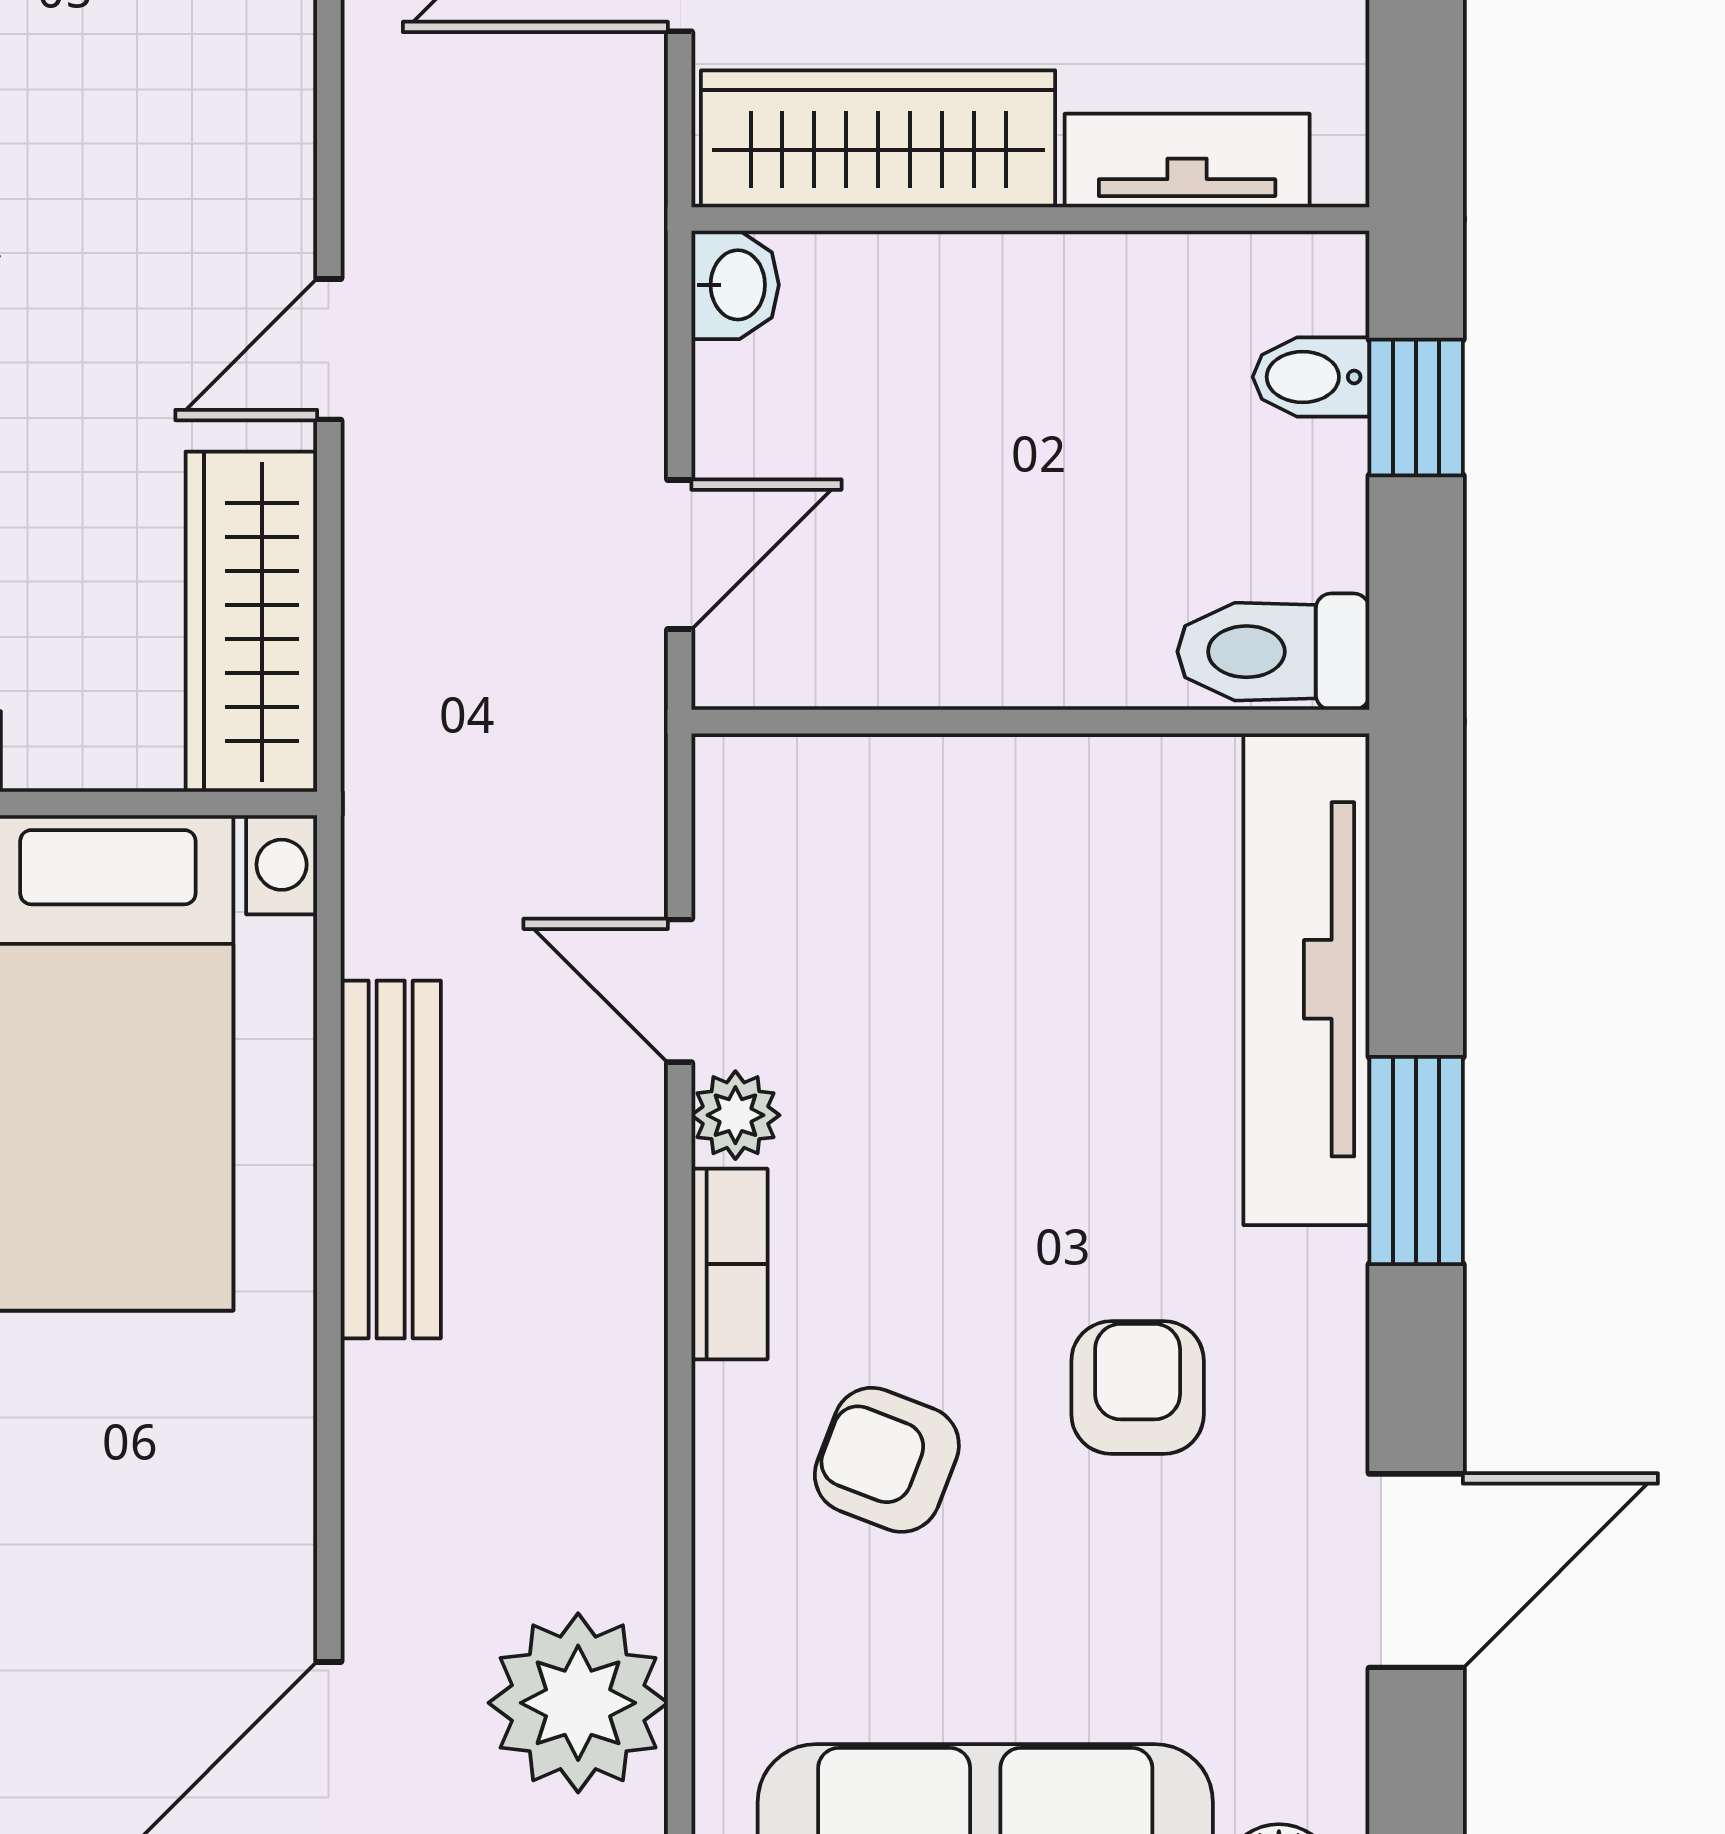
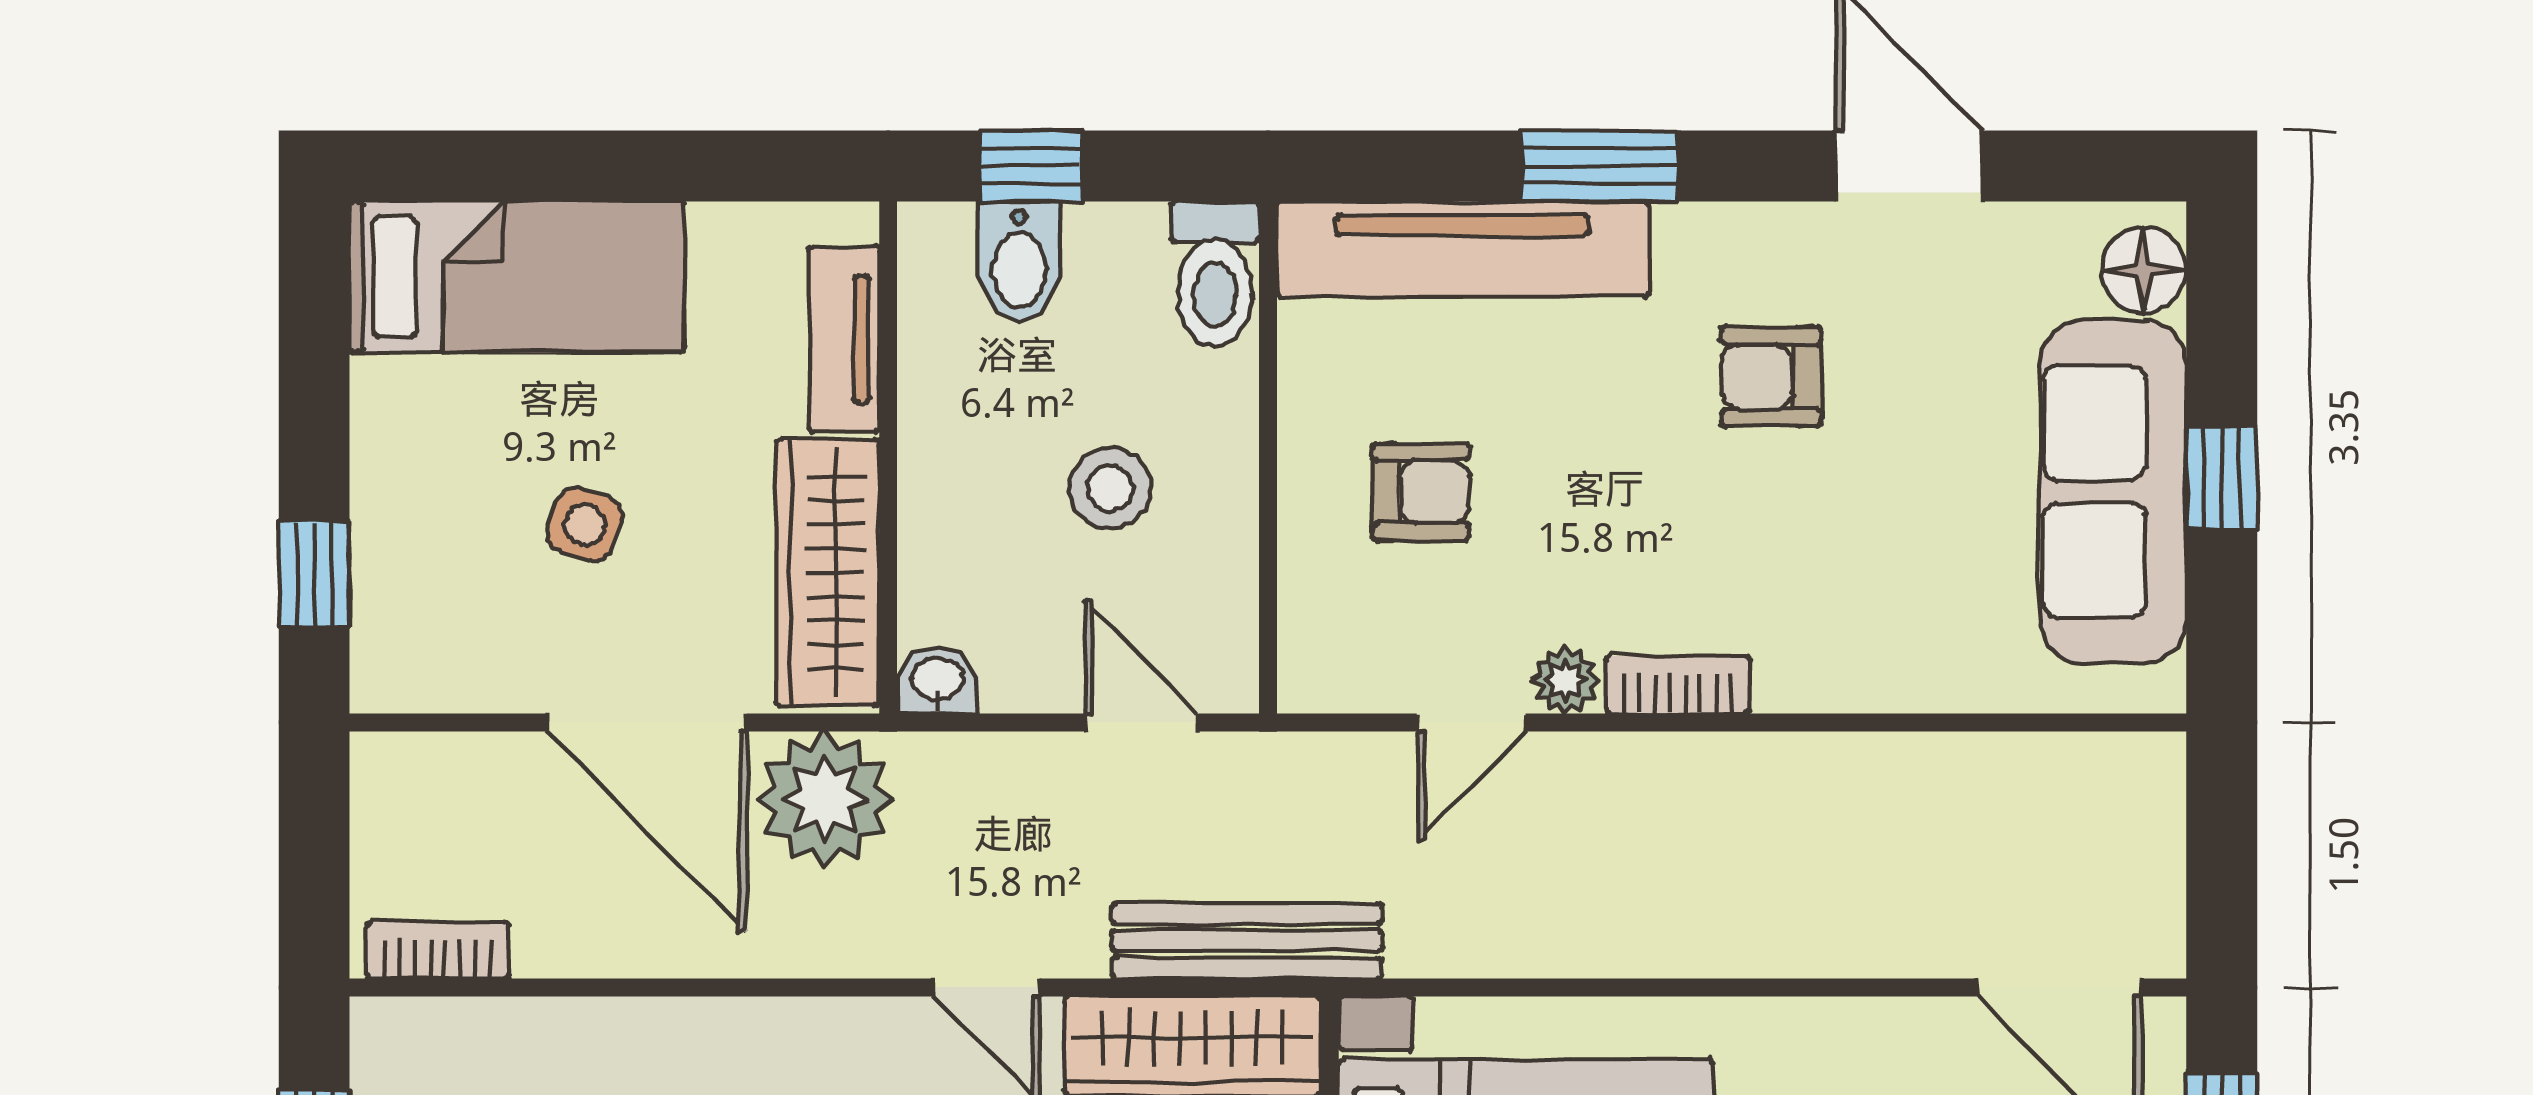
bidet: (1311, 377) -> (1019, 261), width x1.38, depth x1.36
stool: (990, 513) -> (1110, 488), added
bench: (391, 1160) -> (1247, 941), moved
armchair: (887, 1460) -> (1421, 492), moved, turned -111
plant: (578, 1703) -> (825, 799), moved

